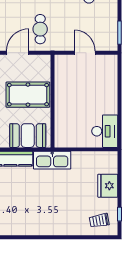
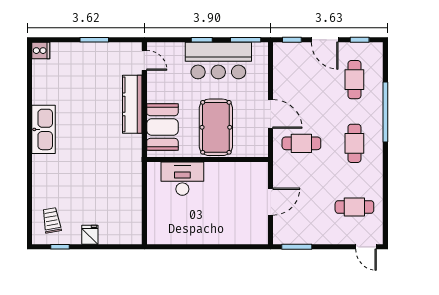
desk: (105, 131) -> (182, 179), moved, turned 180
kitchen sink: (52, 160) -> (44, 129), moved, turned 180
fridge: (108, 186) -> (90, 235), width x0.53, depth x0.75

